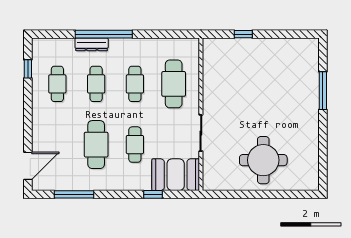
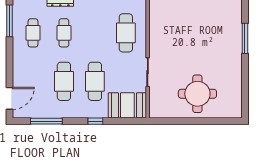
window: (28, 69) -> (9, 21), width x2.17
cafe table: (135, 84) -> (95, 33), removed
cafe table: (135, 145) -> (95, 81), width x1.37, depth x1.35
window: (153, 194) -> (95, 121), moved

